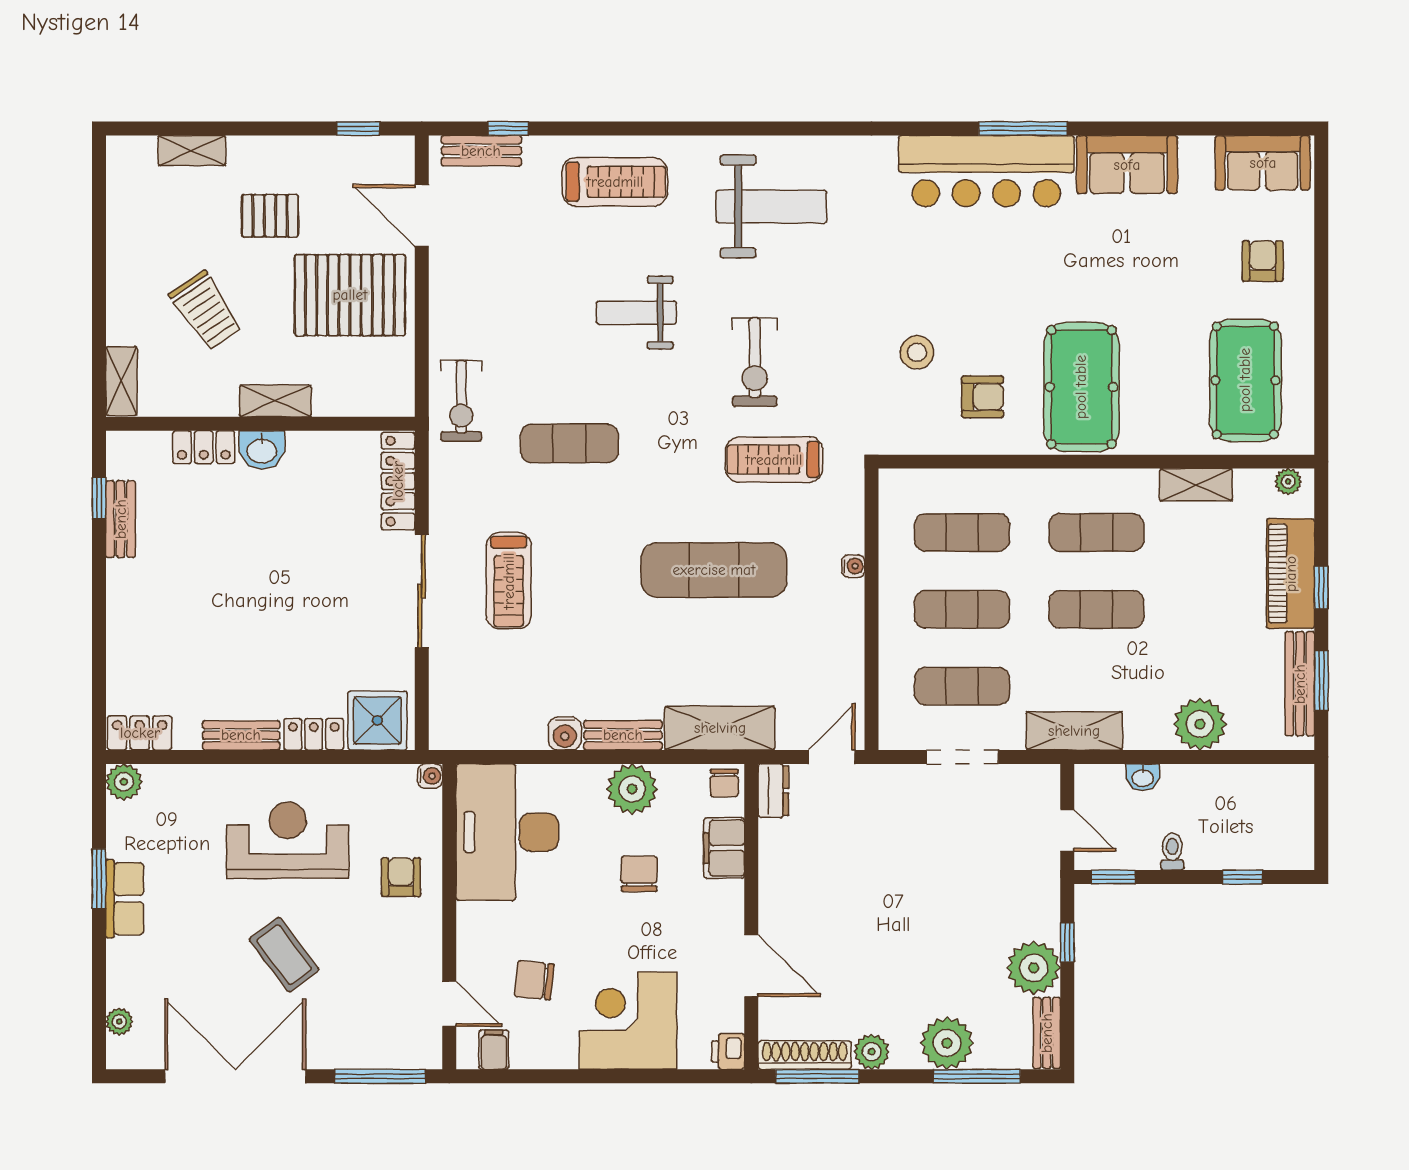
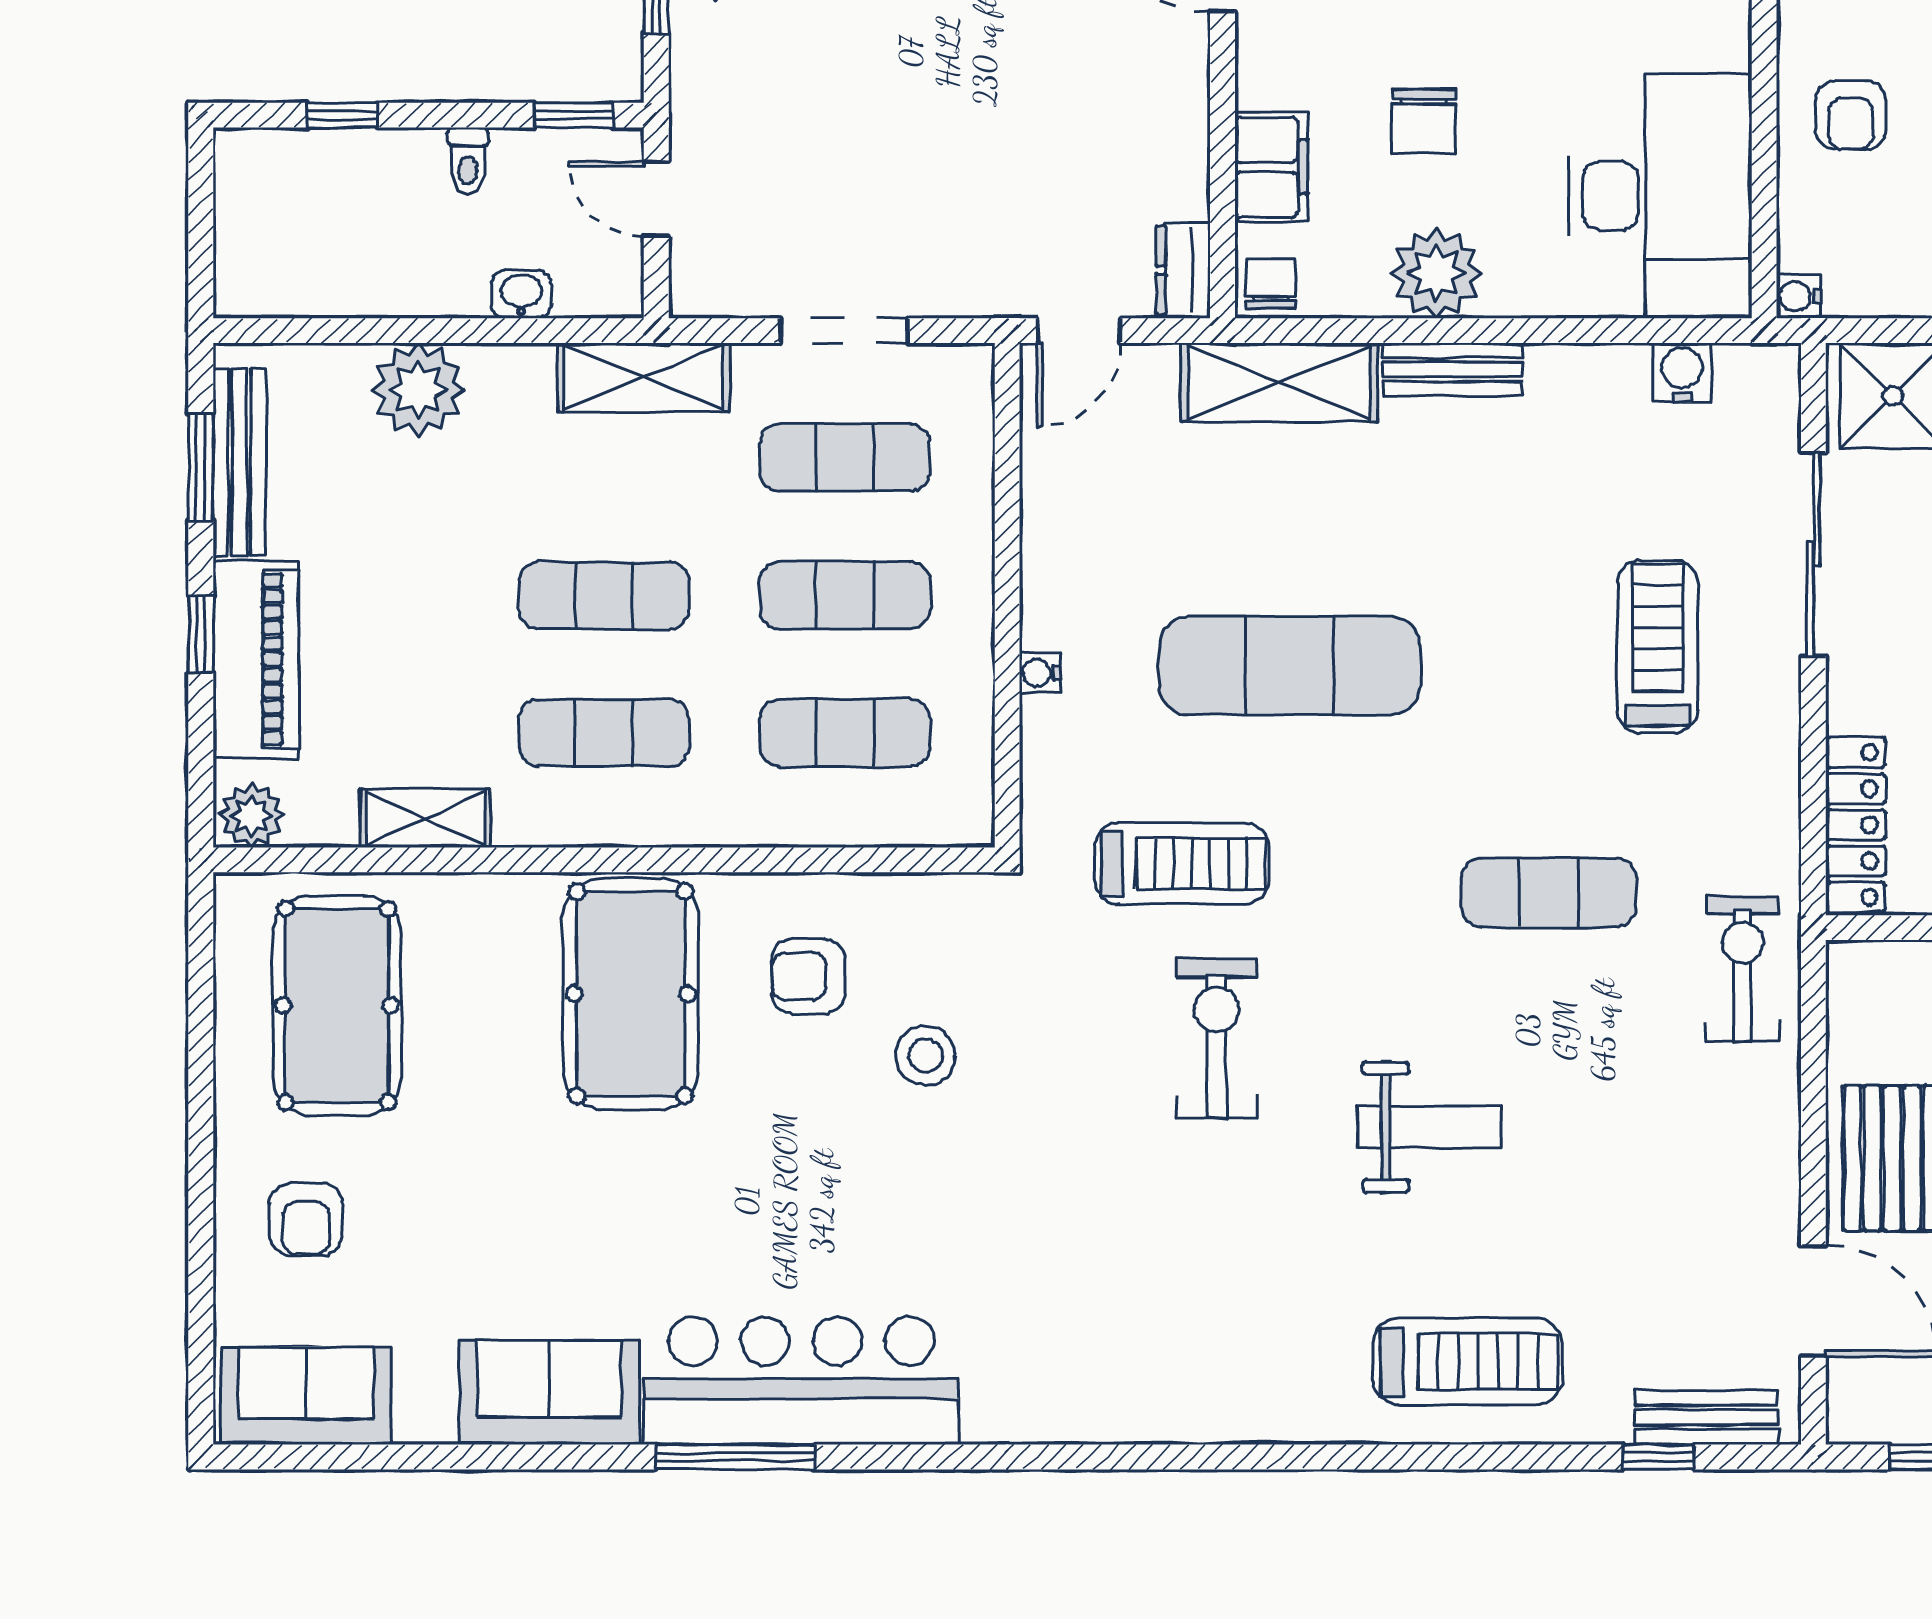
treadmill: (615, 182) -> (1467, 1362), turned 180
weight bench: (771, 206) -> (1187, 1317), removed
plant: (1288, 482) -> (251, 815), width x1.38, depth x1.38
sliding door: (422, 591) -> (1813, 554), moved
water cooler: (565, 734) -> (1682, 372), moved

